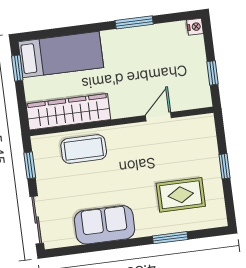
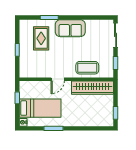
bed: (61, 55) -> (40, 108), moved, turned 180
door: (158, 117) -> (58, 79), moved
rug: (181, 195) -> (41, 38), turned 90
sofa: (105, 225) -> (70, 28), moved

